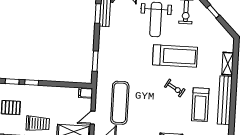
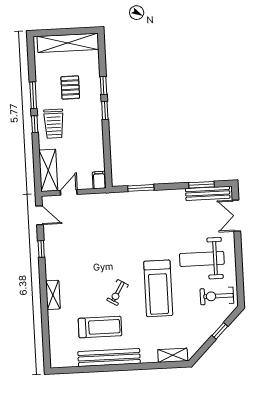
shelving: (228, 64) -> (173, 355), moved
exercise mat: (120, 103) -> (91, 225), removed
treadmill: (200, 105) -> (100, 327), turned 180
door: (93, 118) -> (69, 192), hinge flipped

